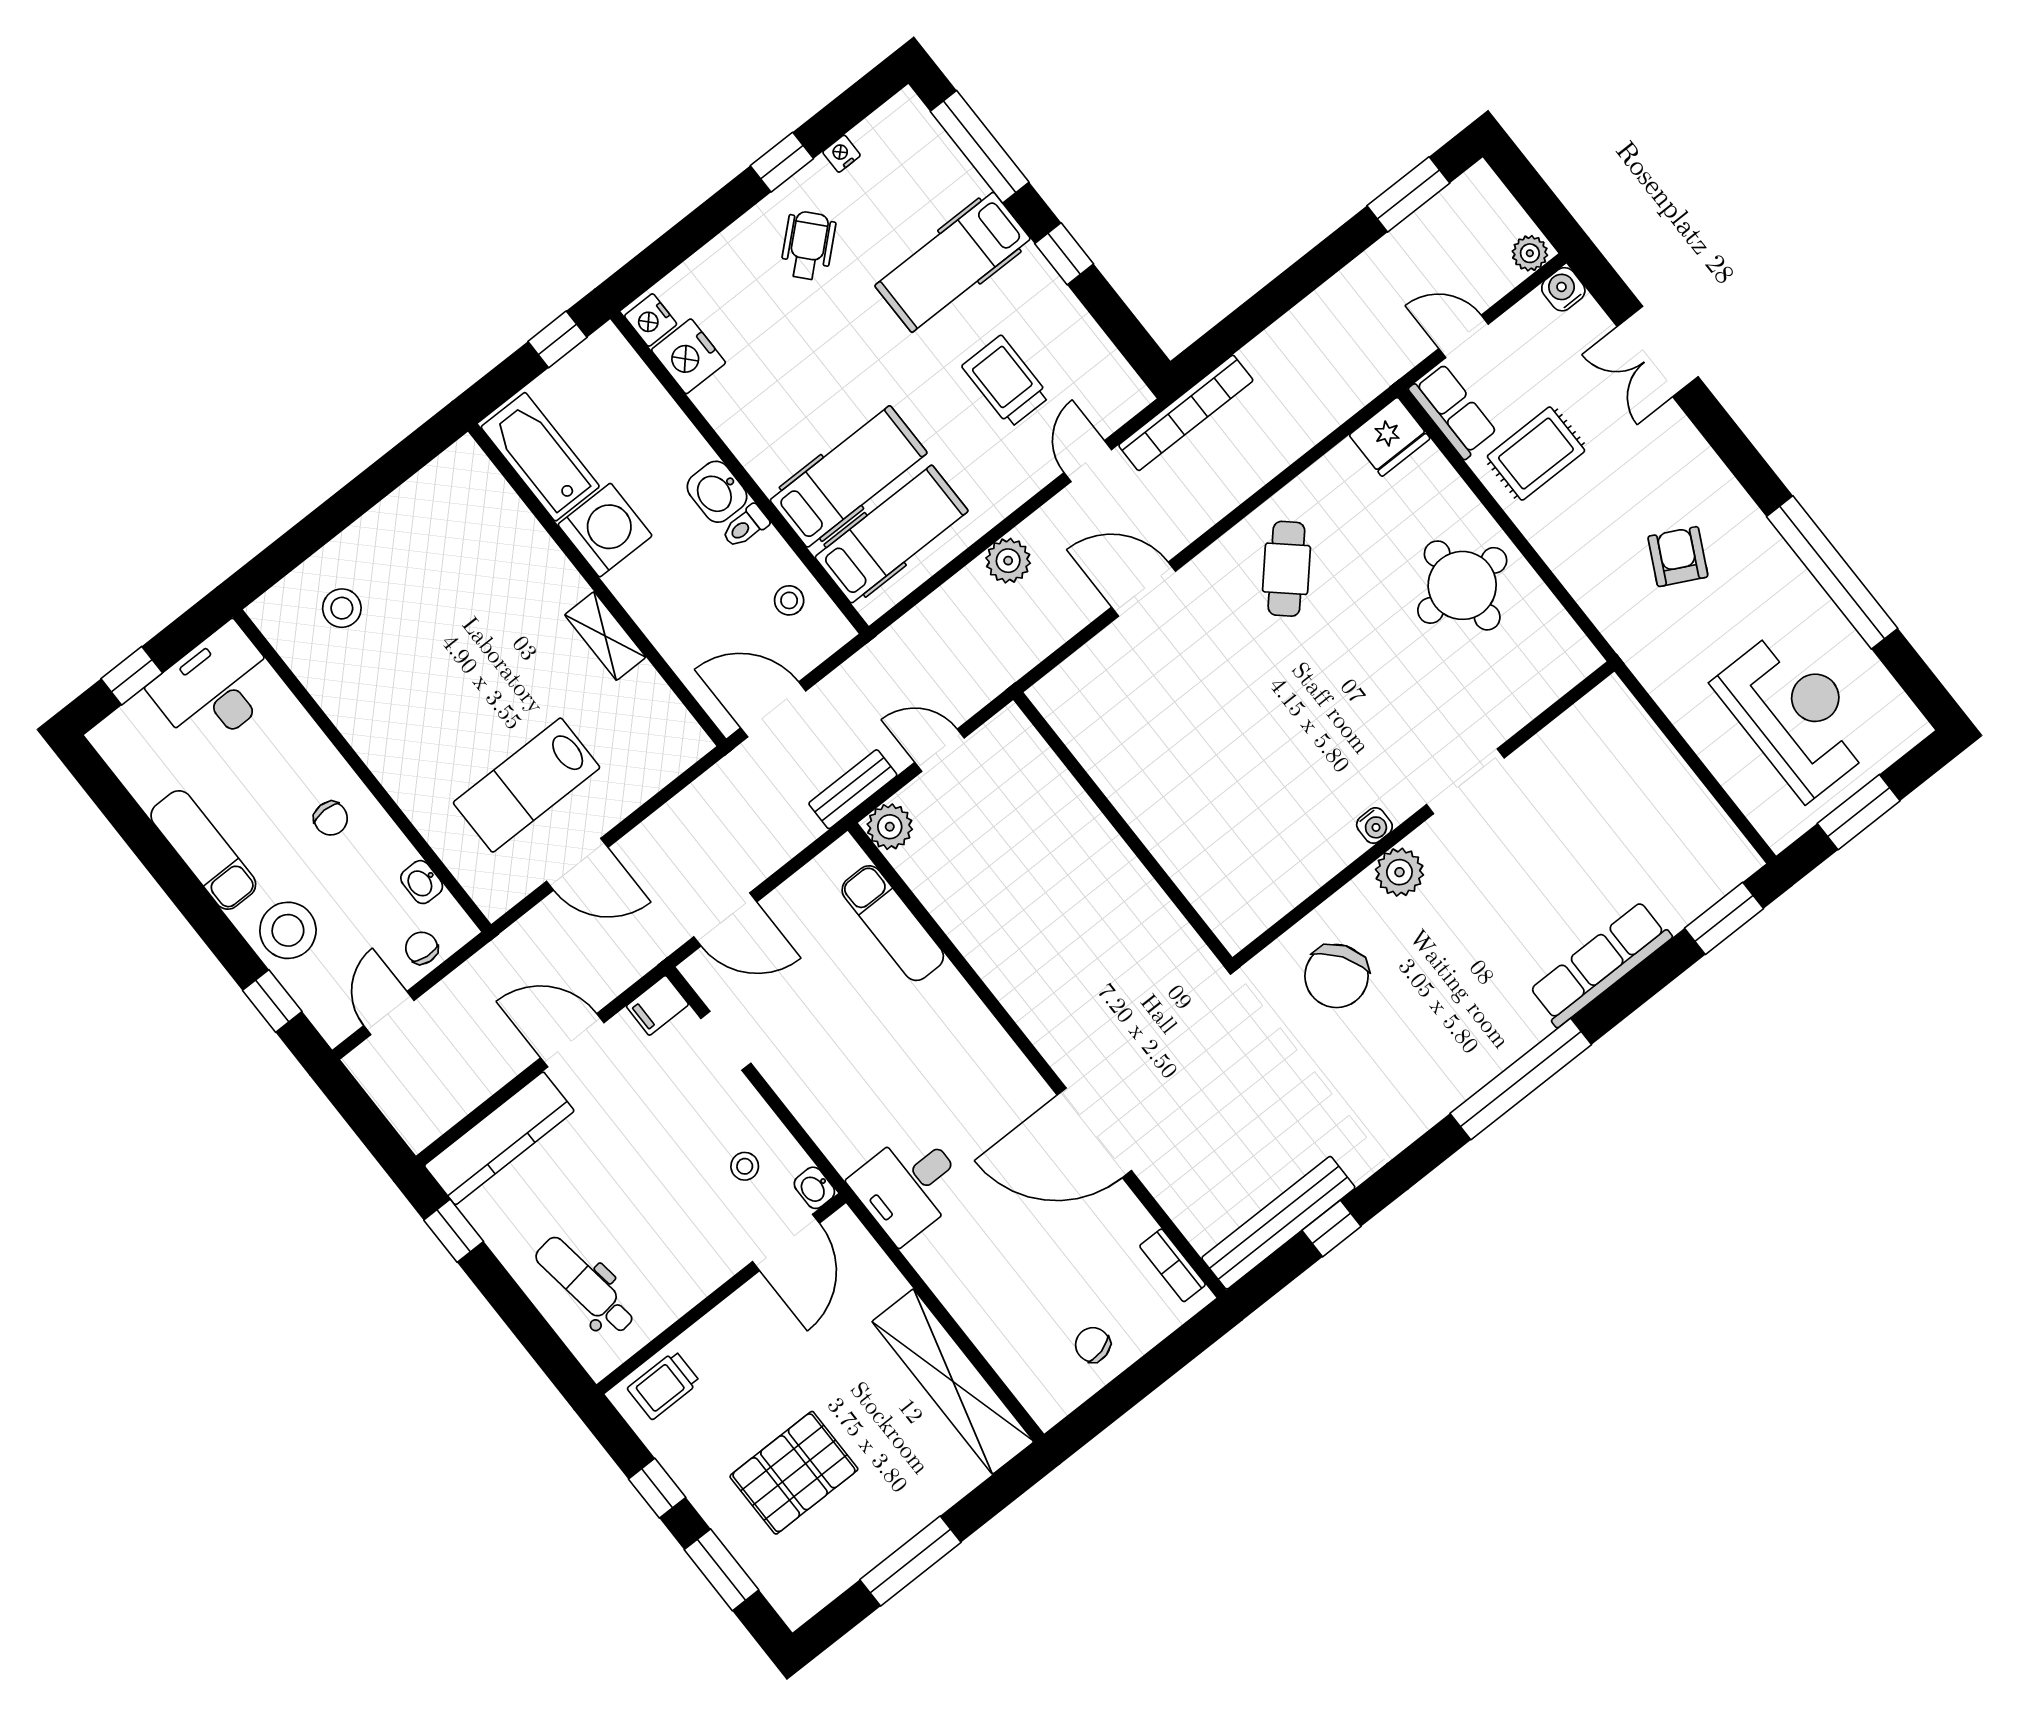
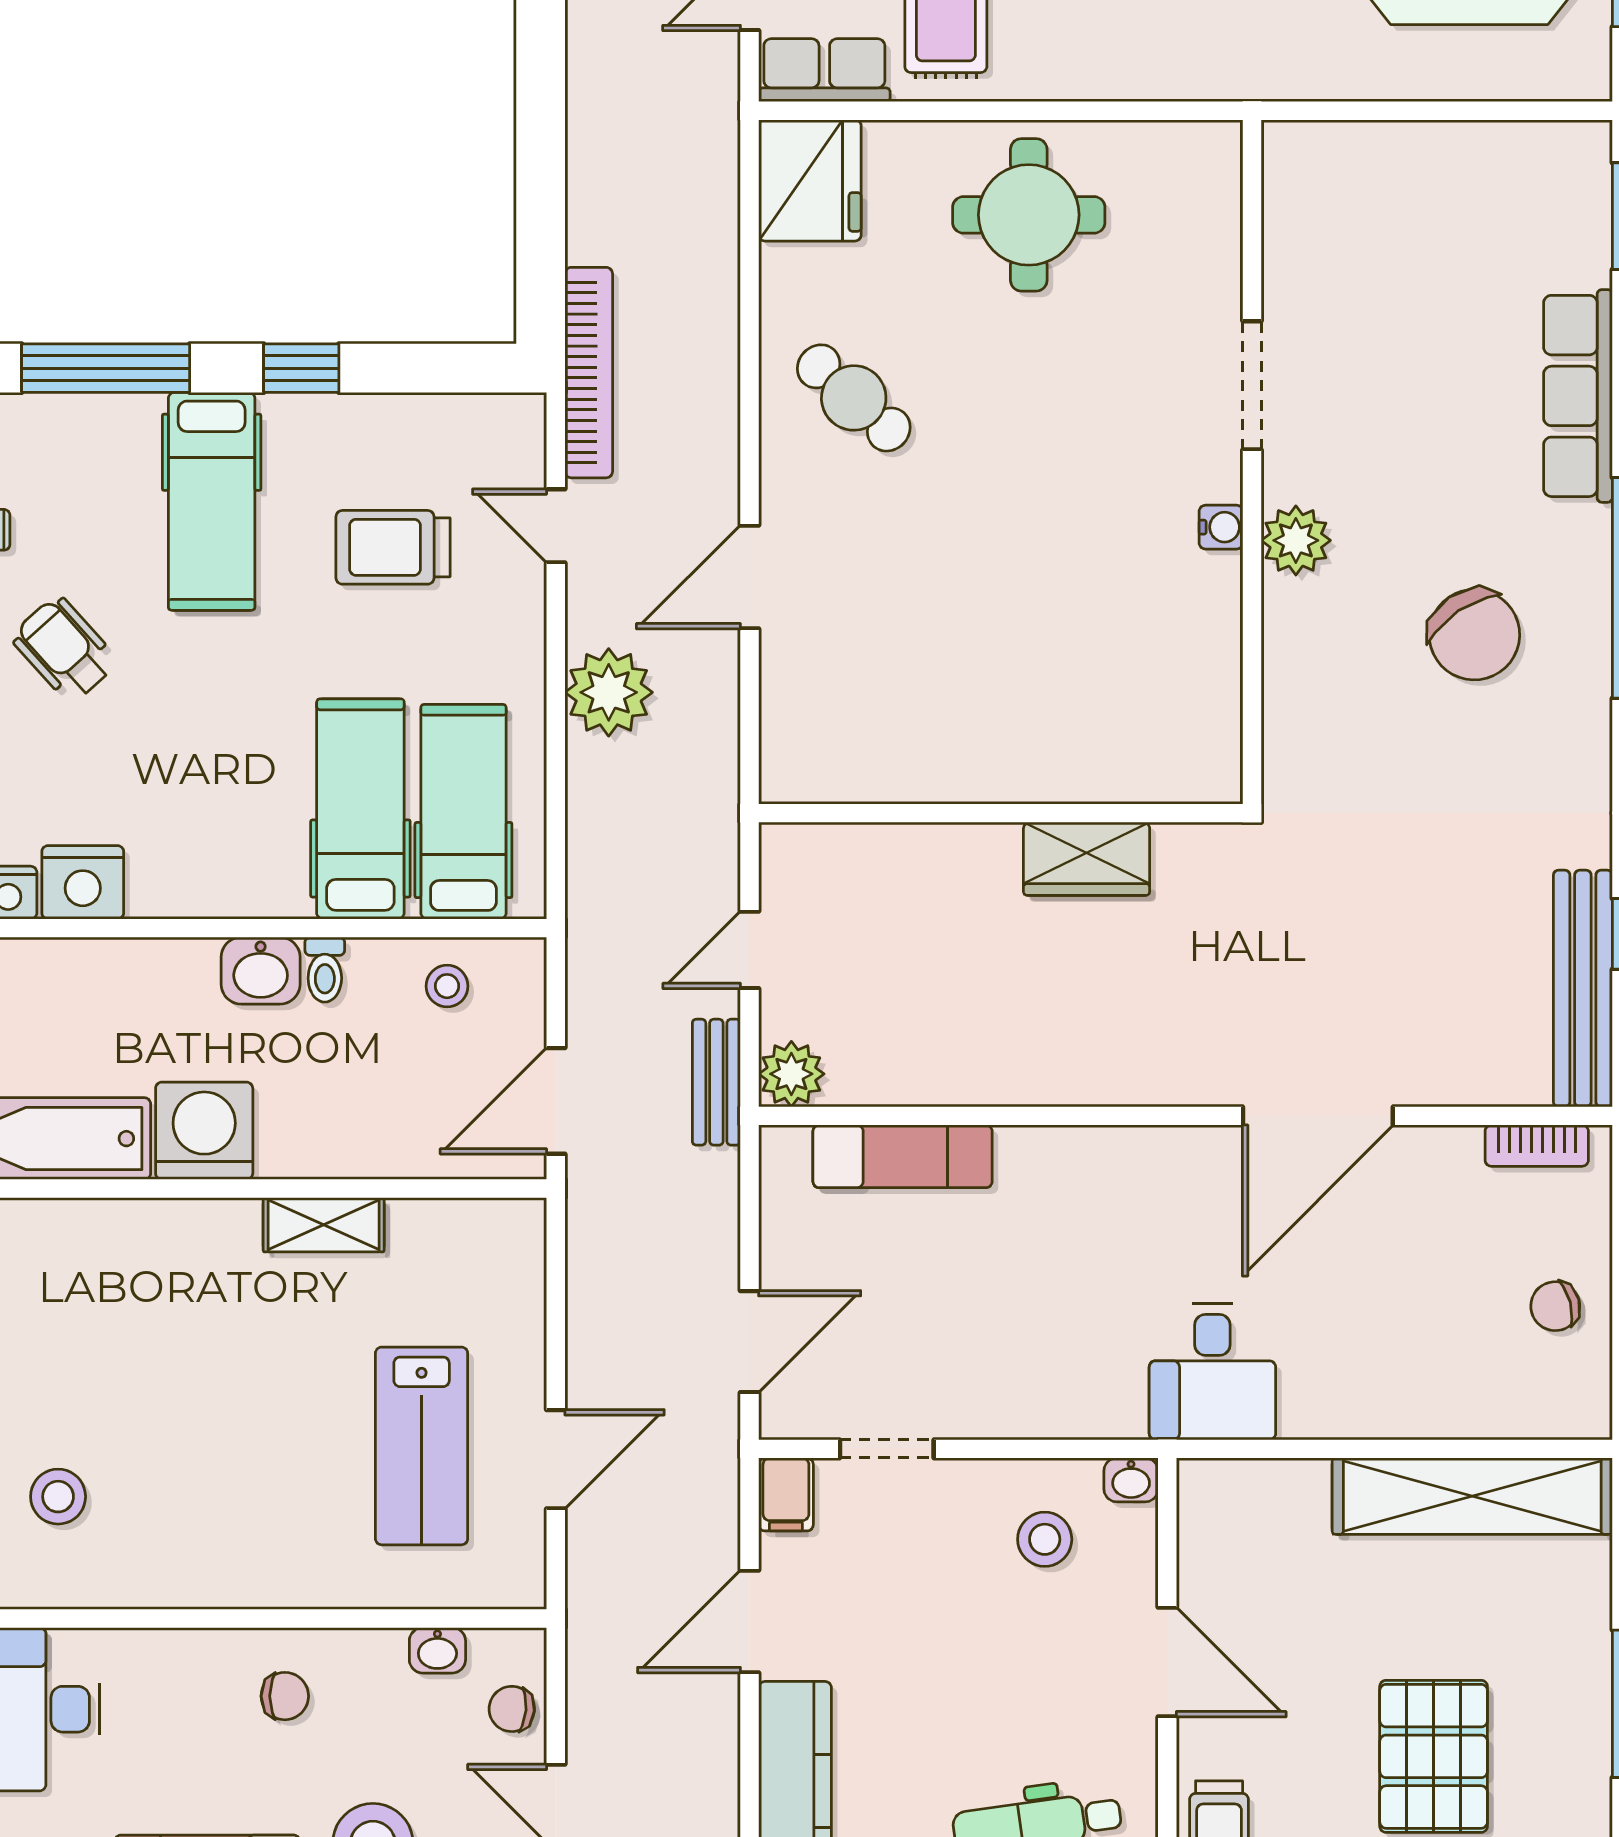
fridge: (1390, 437) -> (810, 180), width x1.36, depth x1.34
plant: (1008, 561) -> (609, 692), width x1.36, depth x1.36
wardrobe: (1135, 895) -> (1087, 859), added
chair: (1337, 976) -> (1474, 635), moved
stool: (745, 1166) -> (1045, 1539), width x1.37, depth x1.37
door: (786, 1242) -> (1167, 1662), moved

